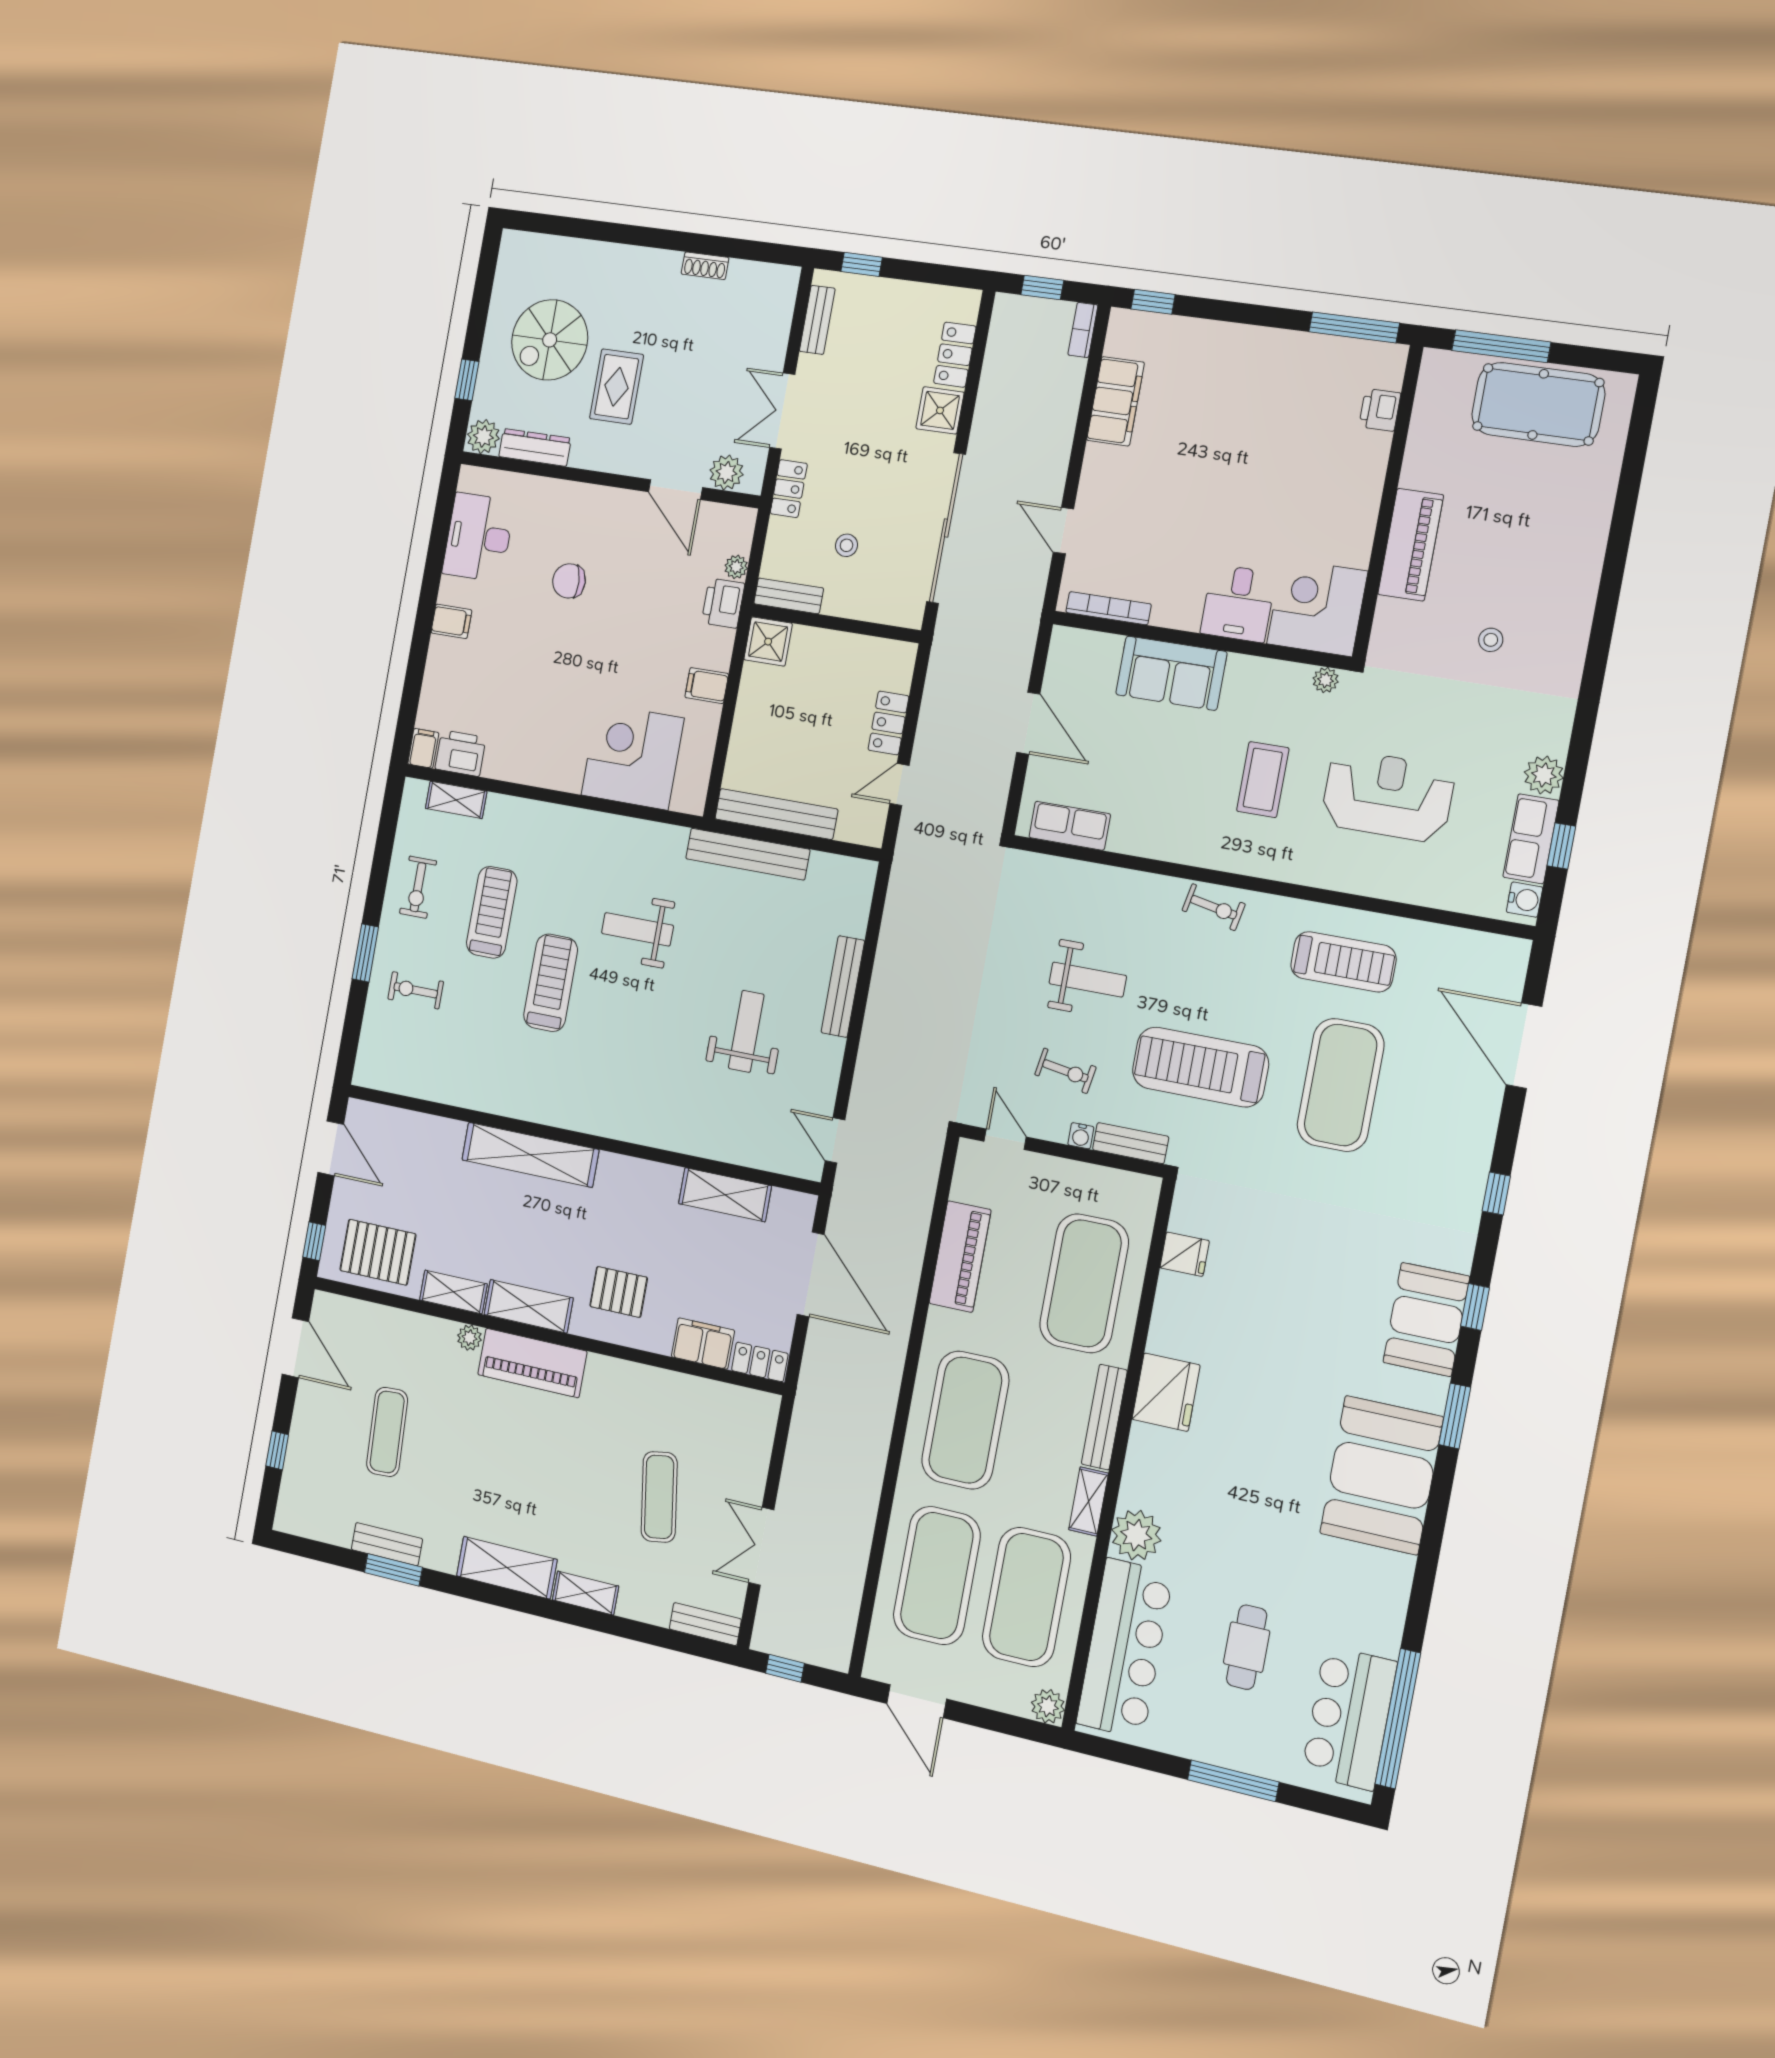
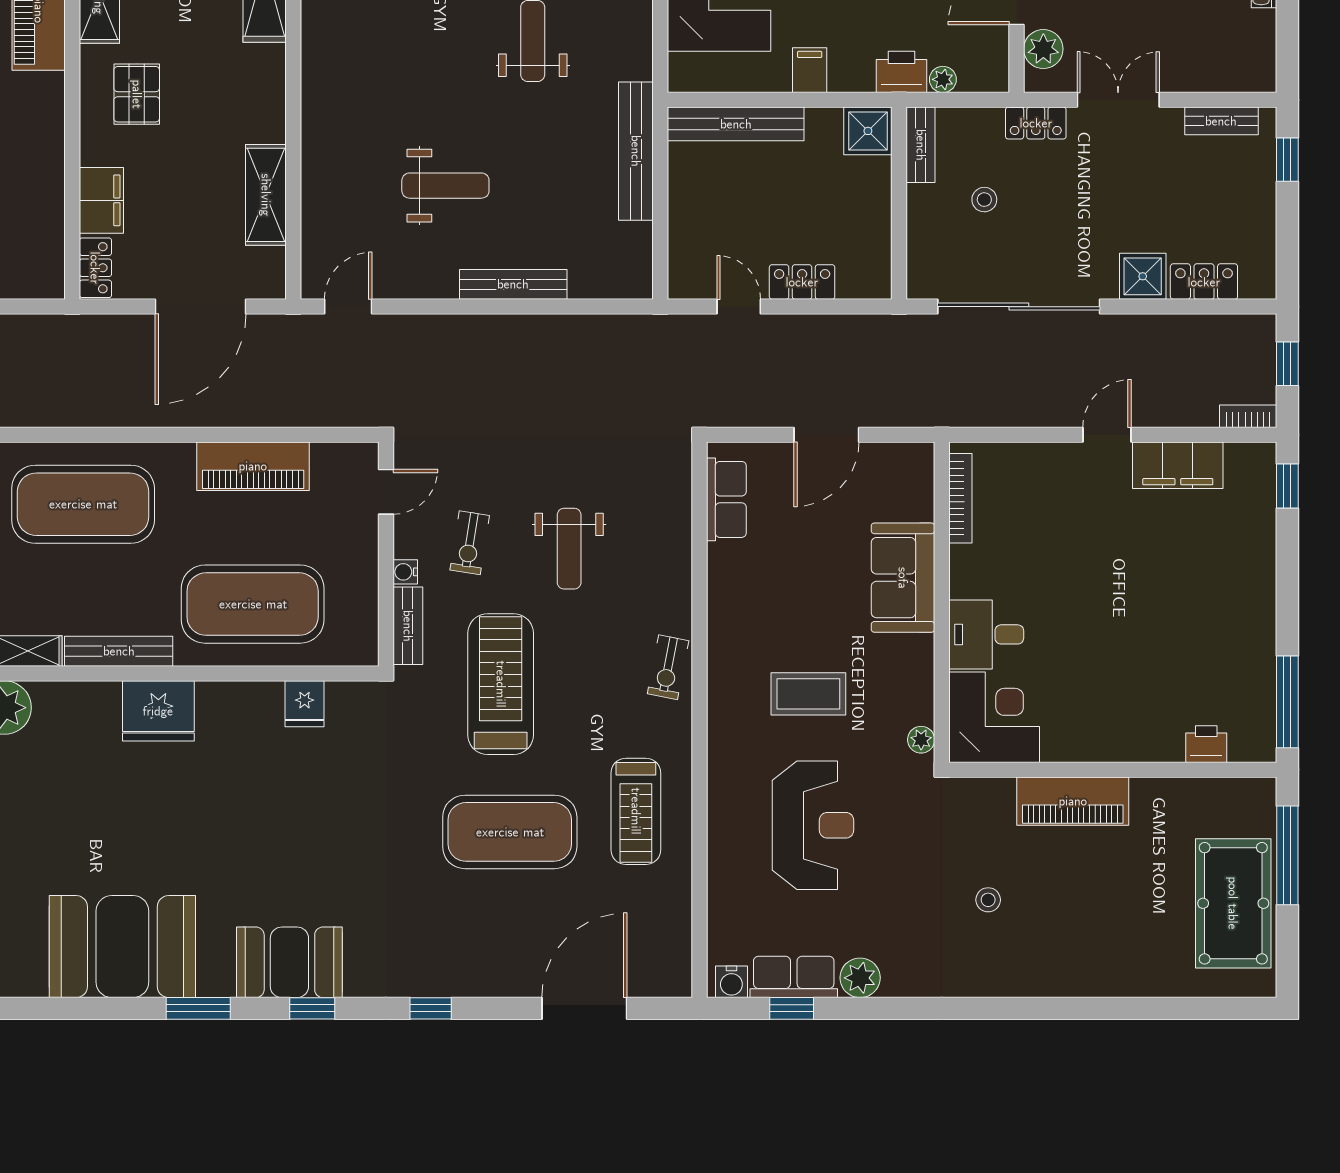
door: (1063, 531) -> (1107, 435), moved
bench: (776, 814) -> (736, 124), moved, turned 90

